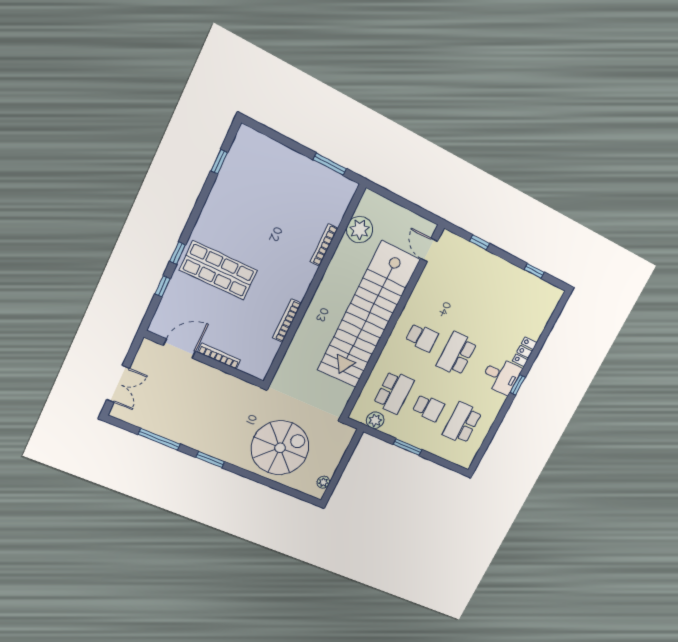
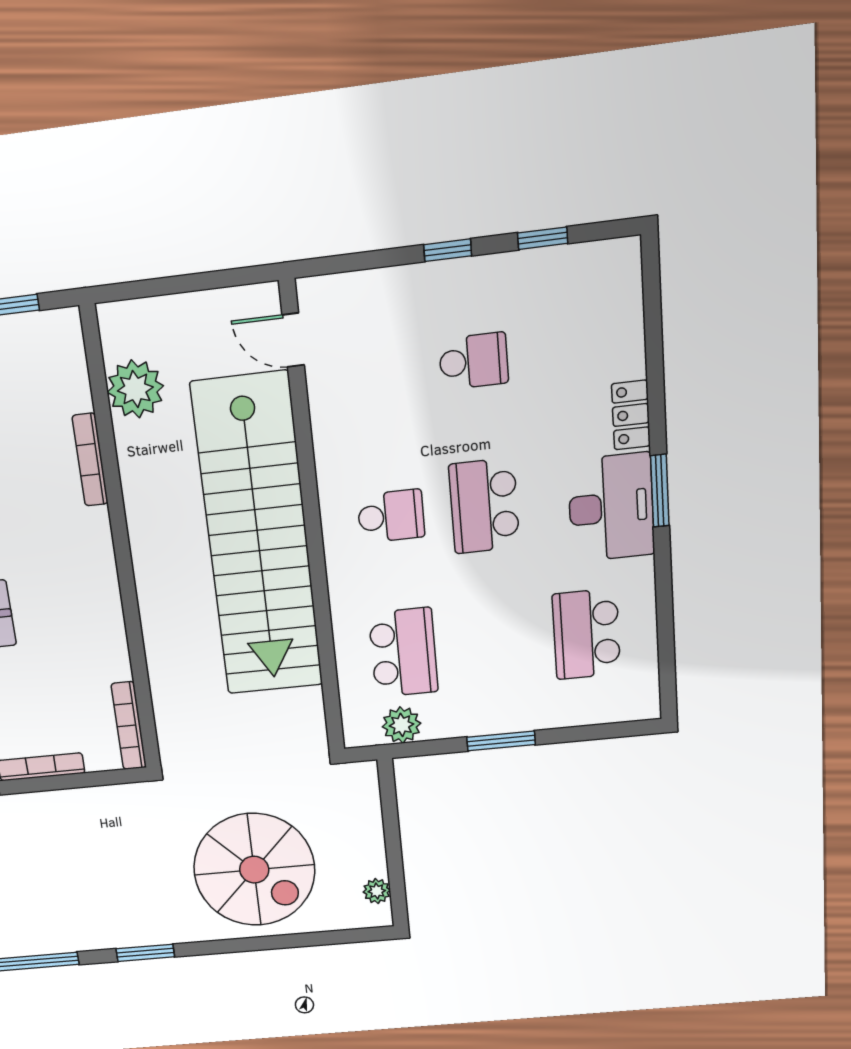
window: (480, 242) -> (448, 250), moved
bookcase: (287, 321) -> (129, 726), moved
desk: (501, 376) -> (611, 507), width x1.37
window: (518, 385) -> (660, 491), width x1.50
school desk: (428, 408) -> (474, 361), moved
spiral stairs: (280, 448) -> (254, 870), turned 90

